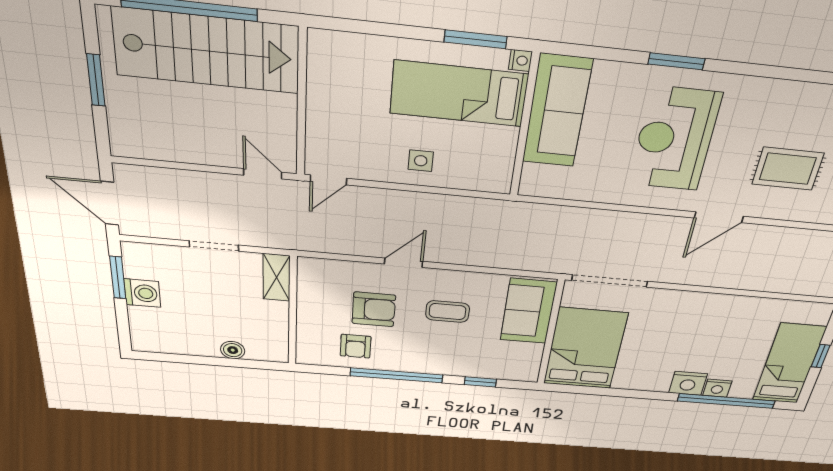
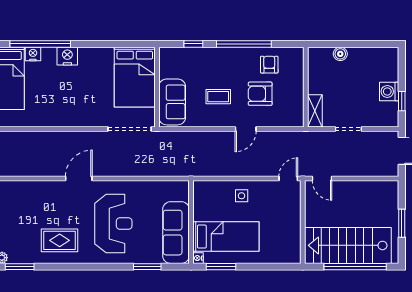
window: (676, 61) -> (147, 267), moved
rug: (788, 169) -> (60, 240), moved
window: (118, 278) -> (402, 101), width x0.67
nightstand: (717, 388) -> (33, 54), moved

